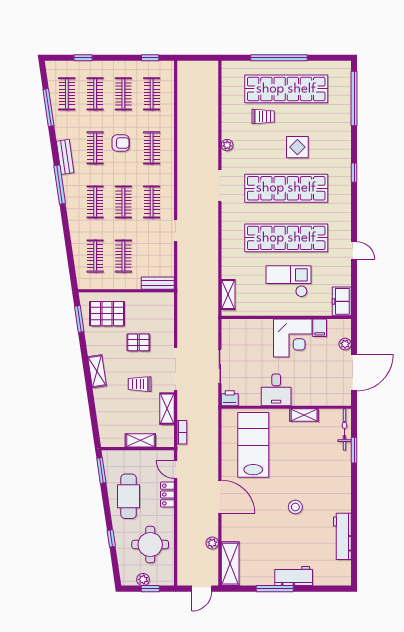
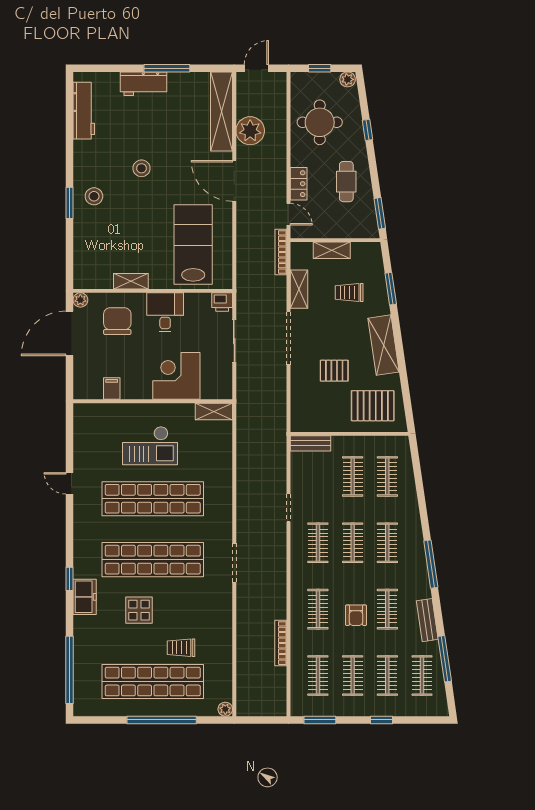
window: (83, 58) -> (381, 720), moved
window: (150, 58) -> (320, 720), width x1.50
bookcase: (182, 120) -> (281, 643), added
armchair: (121, 143) -> (356, 615), turned -90
plant: (227, 145) -> (225, 709), moved
bench: (65, 157) -> (427, 620), moved
shelving: (228, 294) -> (214, 411), moved, turned 90
freezer: (342, 301) -> (85, 597), moved
window: (79, 319) -> (391, 289), moved
corner desk: (293, 338) -> (176, 376), moved
plant: (345, 344) -> (80, 300), moved
shelving: (97, 371) -> (384, 345), width x1.50, depth x1.33
chair: (315, 383) -> (117, 321), added
trolley: (140, 384) -> (349, 292), moved, turned 180
bicycle: (344, 430) -> (81, 263), removed
bookcase: (182, 432) -> (281, 252), width x1.56
lab bench: (253, 445) -> (193, 245), turned 180
window: (354, 450) -> (69, 203), moved
stool: (334, 484) -> (94, 196), added
cafe table: (129, 496) -> (346, 182), width x0.73, depth x0.74
workbench: (342, 536) -> (84, 111), moved
plant: (212, 543) -> (250, 131), width x1.87, depth x1.87
shelving: (230, 564) -> (222, 111), width x1.47
plant: (143, 579) -> (348, 79), moved

